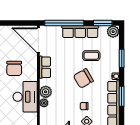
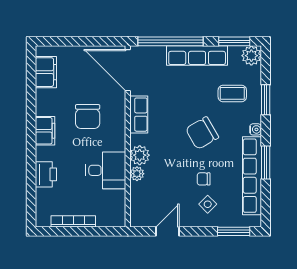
coffee table: (91, 56) -> (232, 93), moved
desk: (25, 97) -> (106, 170), width x0.73

